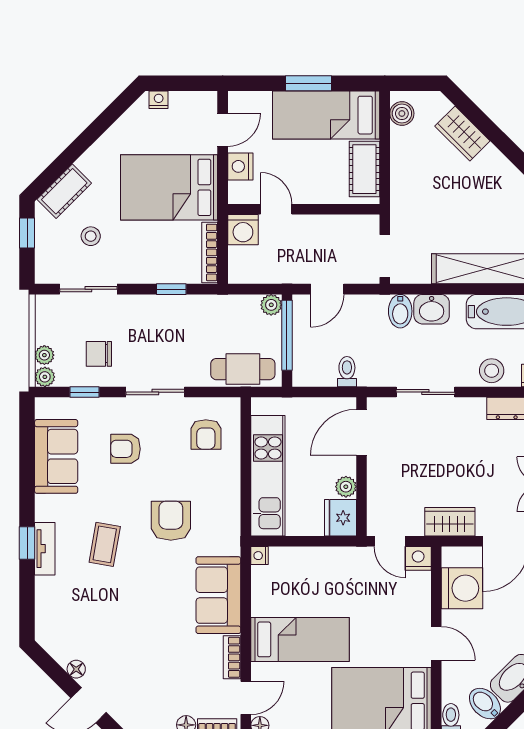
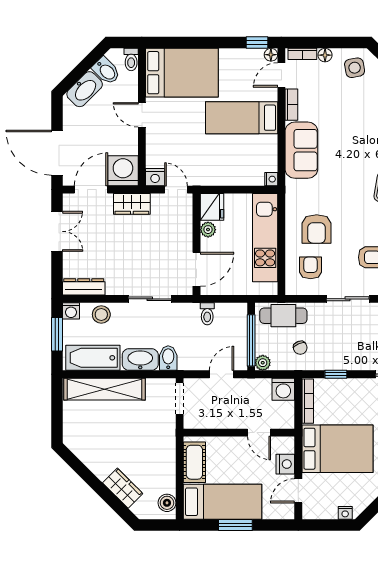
washing machine: (243, 230) -> (283, 389), moved, turned 180
washbasin: (432, 309) -> (140, 360), width x1.38
chair: (220, 325) -> (300, 348), added
armchair: (171, 521) -> (317, 229), moved
washing machine: (462, 588) -> (123, 171), moved, turned 90
side table: (146, 708) -> (355, 68), added

